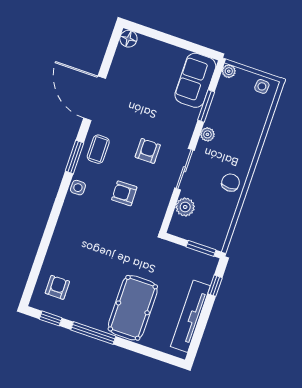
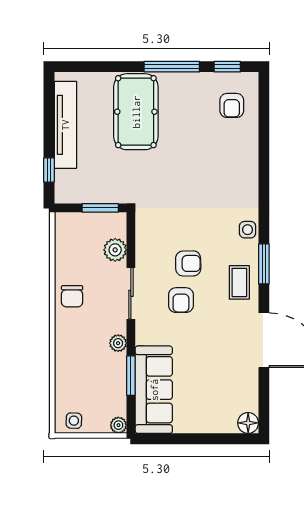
sofa: (195, 80) -> (154, 390), width x1.36
armchair: (124, 193) -> (188, 263), moved
window: (201, 248) -> (100, 208), moved

